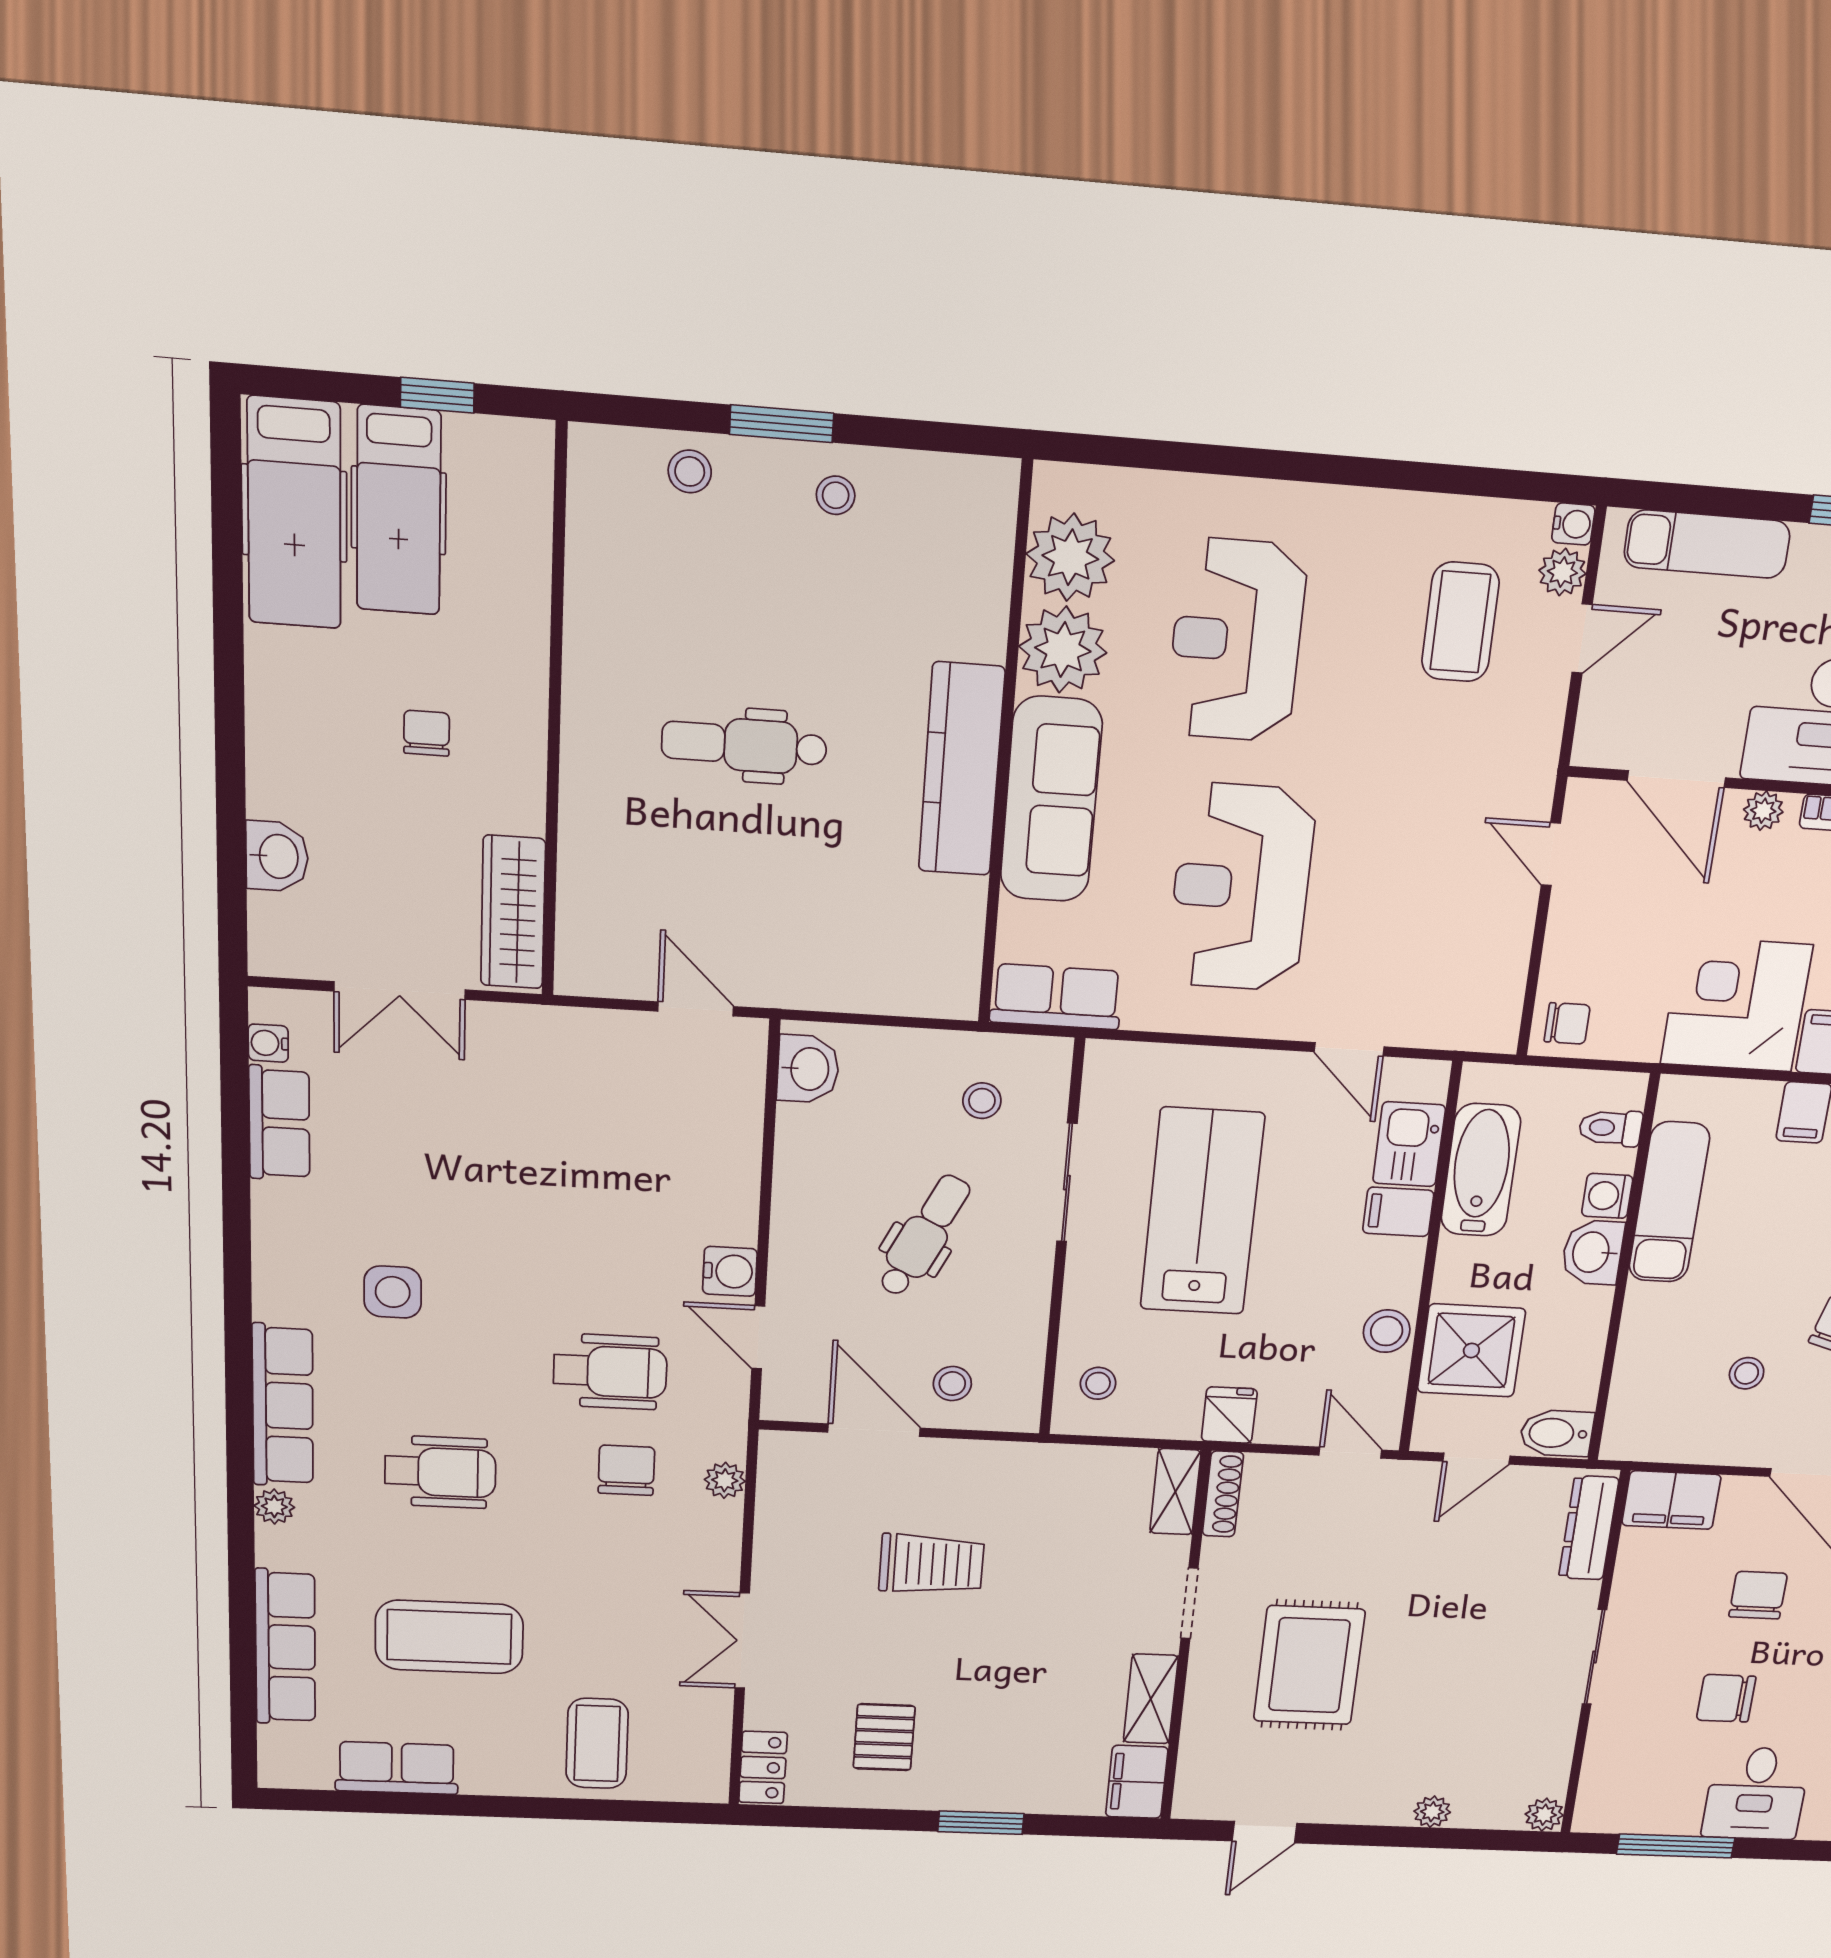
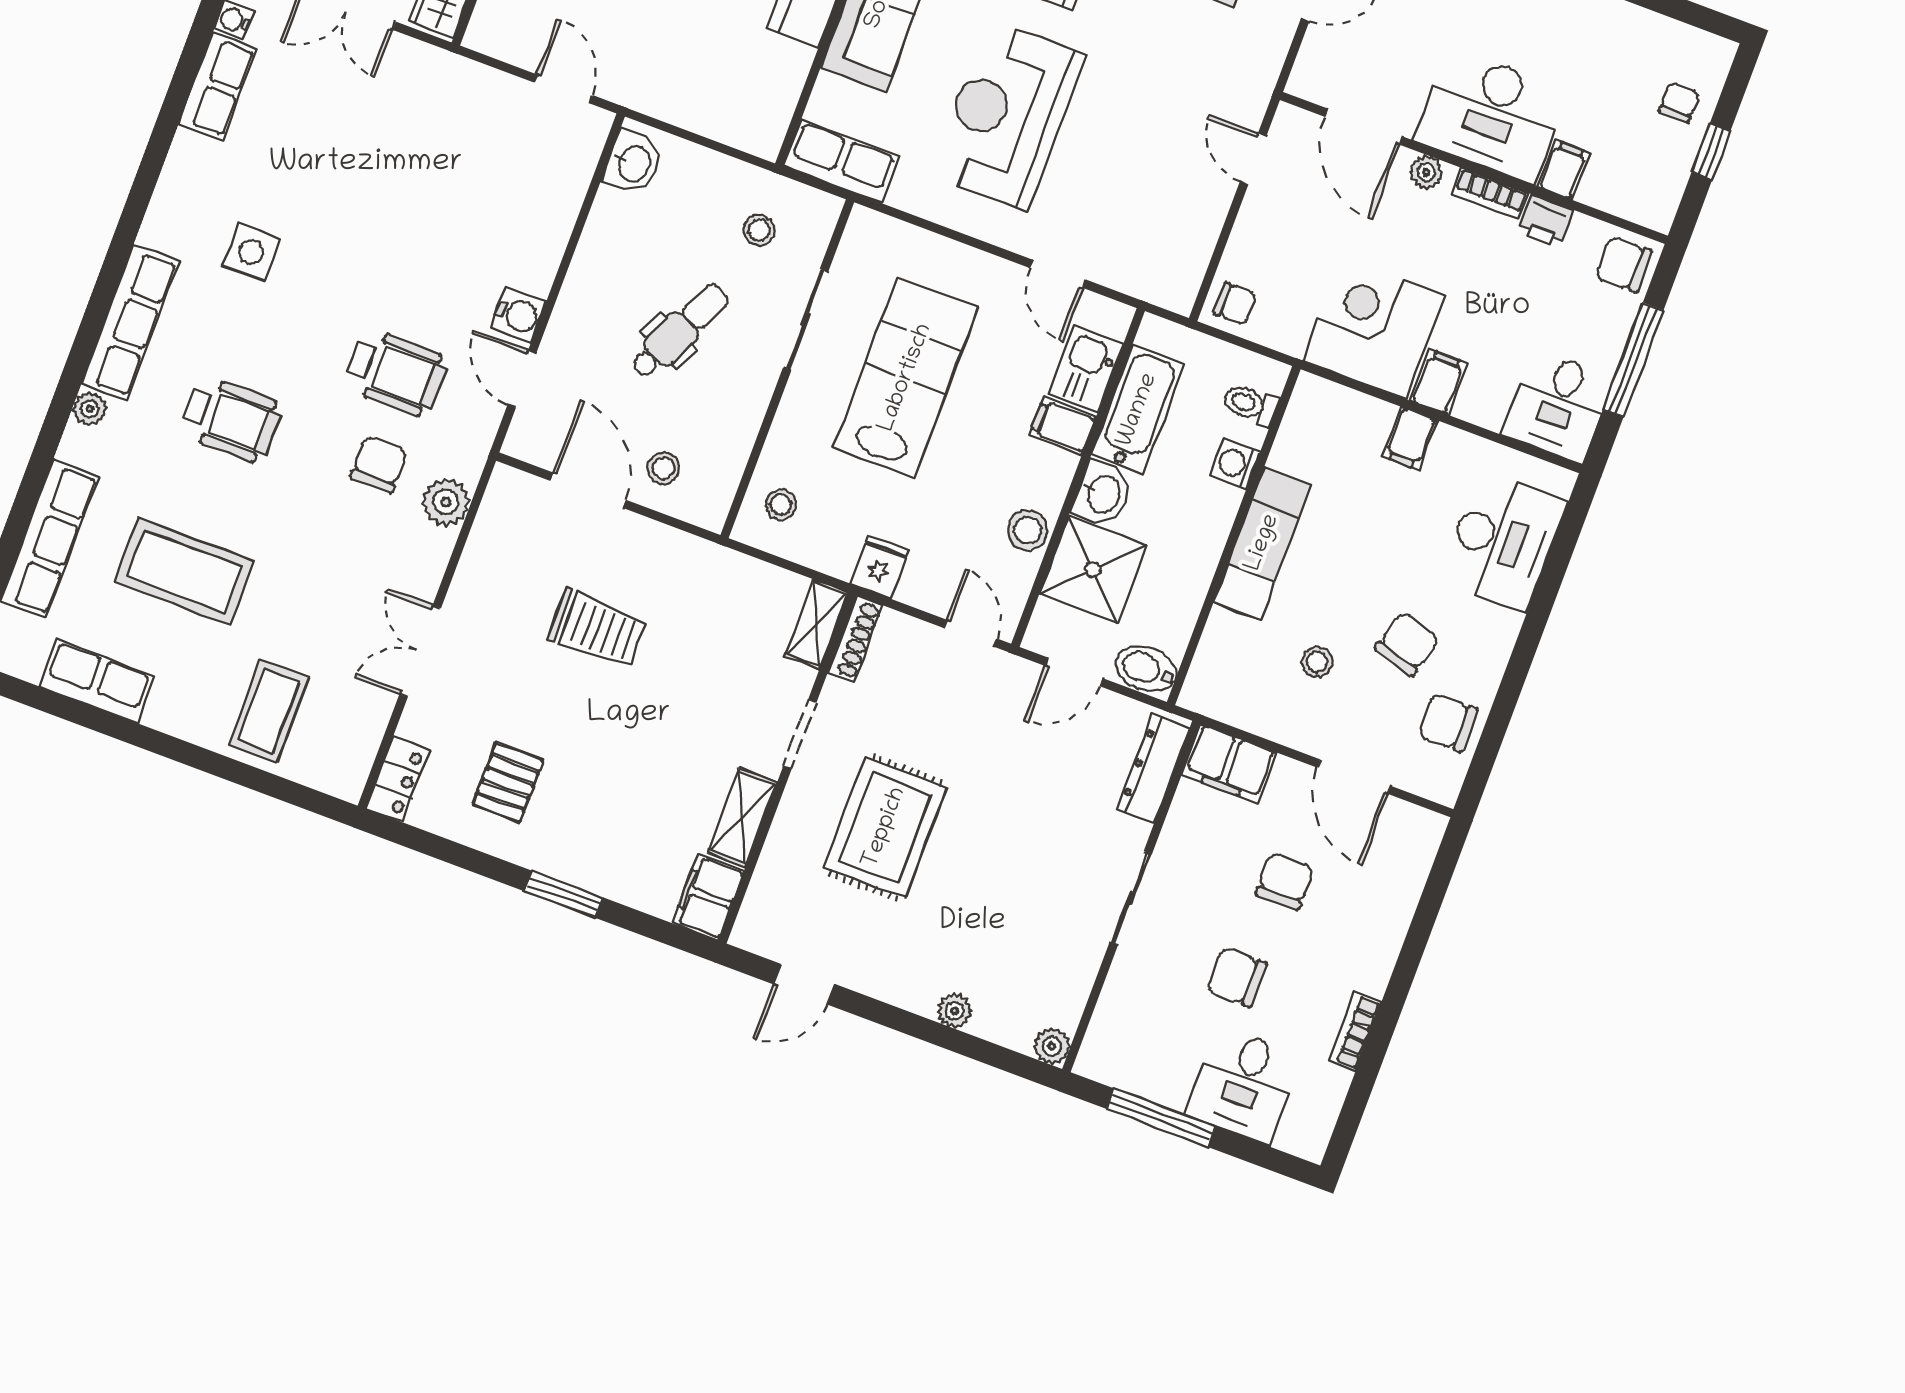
exam couch: (1669, 1202) -> (1263, 543), moved
washbasin: (1592, 1252) -> (1103, 494), moved, turned 180
plant: (725, 1480) -> (446, 502), width x1.38, depth x1.38

